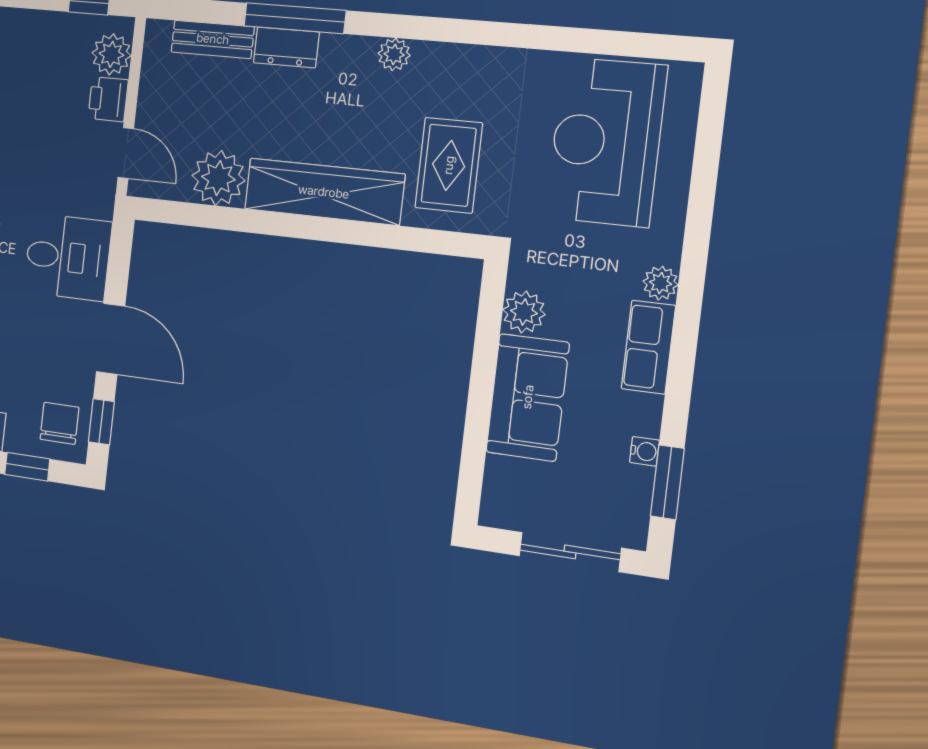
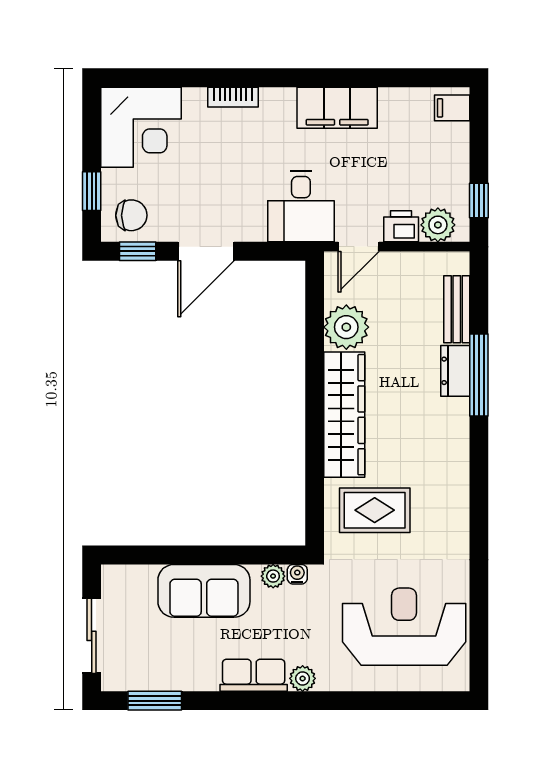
plant: (394, 54) -> (457, 458), removed
desk: (68, 257) -> (301, 206), moved
plant: (524, 312) -> (273, 576), width x0.73, depth x0.73
water cooler: (644, 451) -> (297, 574), moved, turned 180

